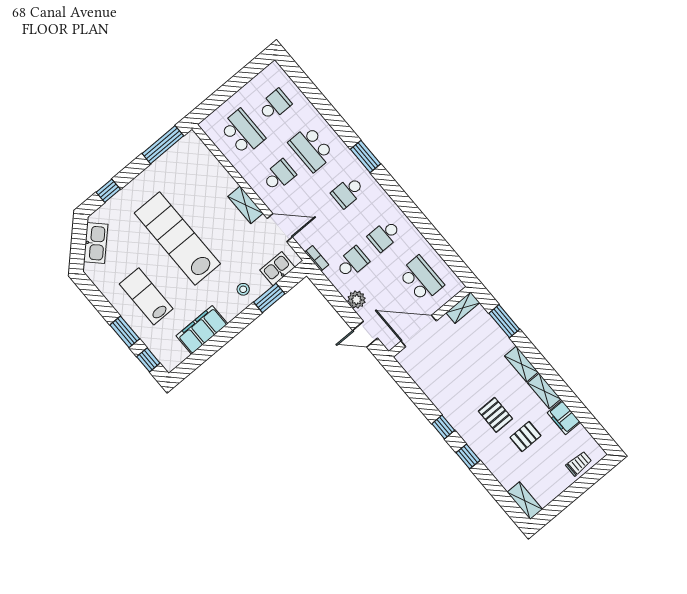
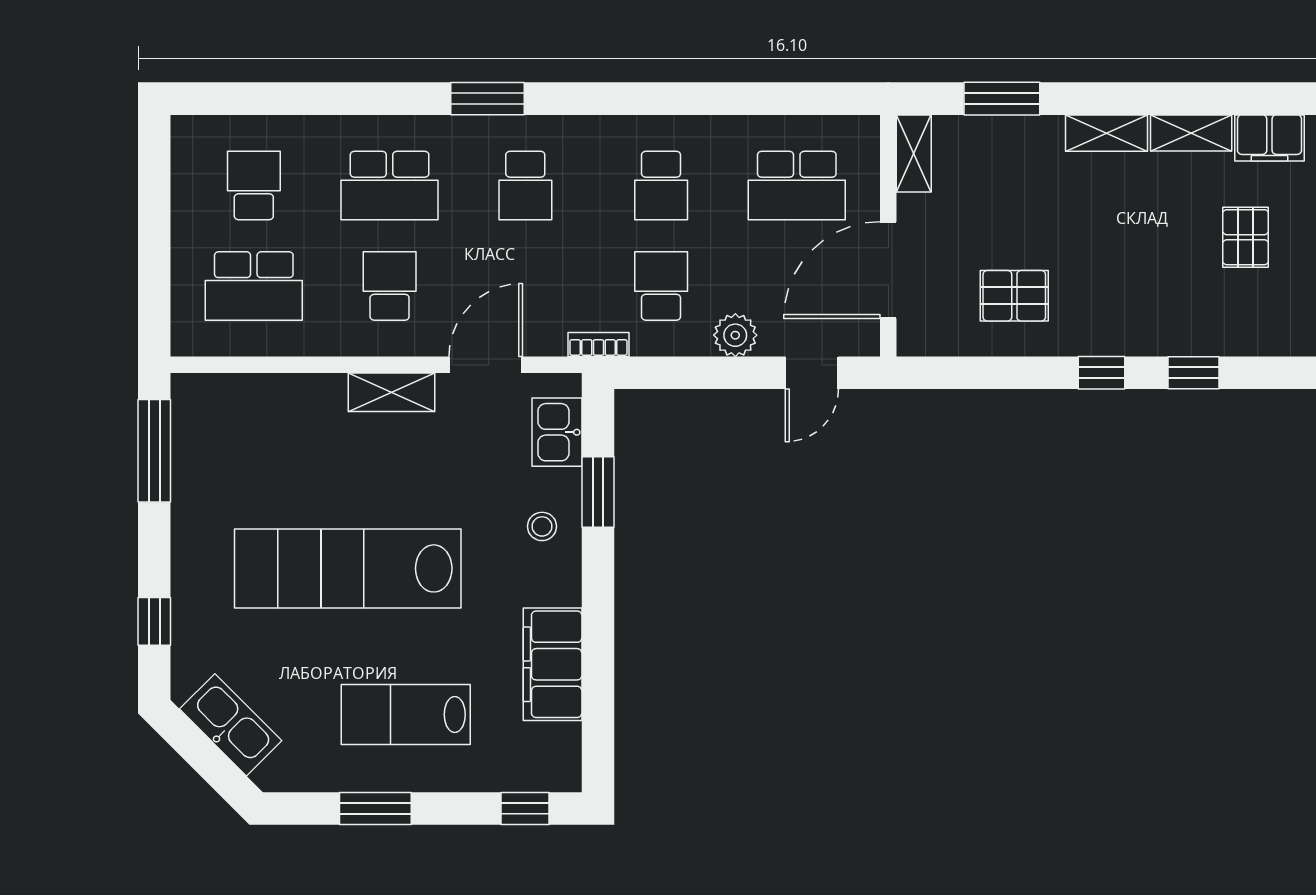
school desk: (242, 132) -> (254, 286), turned 180
school desk: (421, 279) -> (797, 186), turned 180
window: (125, 332) -> (375, 808), moved
pallet: (495, 415) -> (1014, 296), moved

